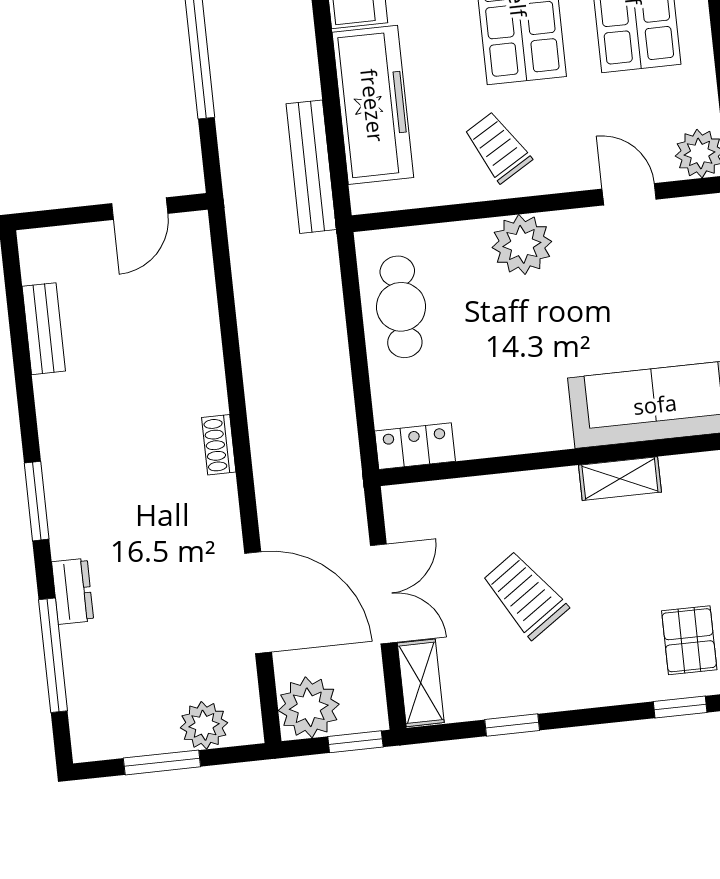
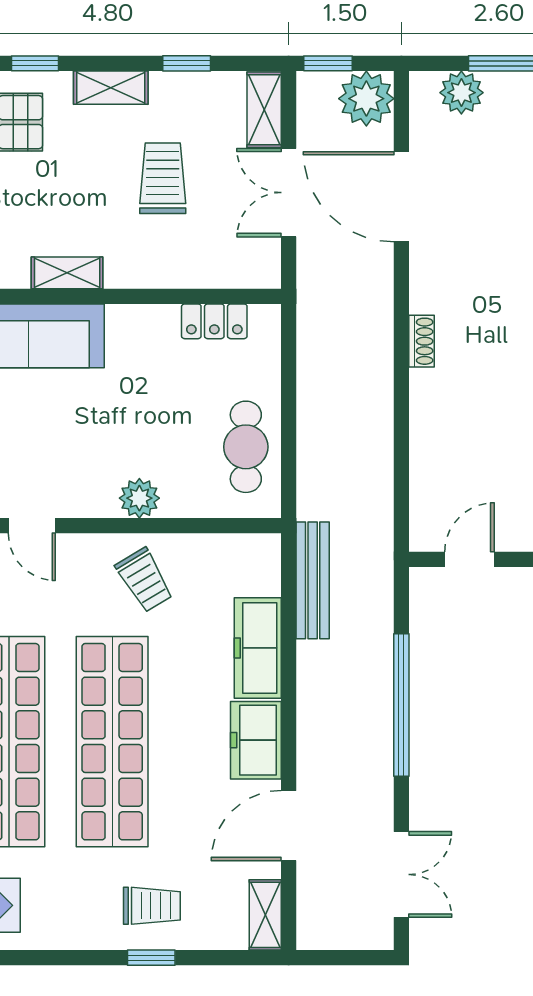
freezer: (373, 105) -> (258, 648), width x0.73, depth x0.79
plant: (522, 244) -> (139, 498), width x0.73, depth x0.73
locker: (415, 446) -> (214, 321), moved
trolley: (525, 595) -> (163, 178), turned -145
shelving: (593, 689) -> (111, 88), added

